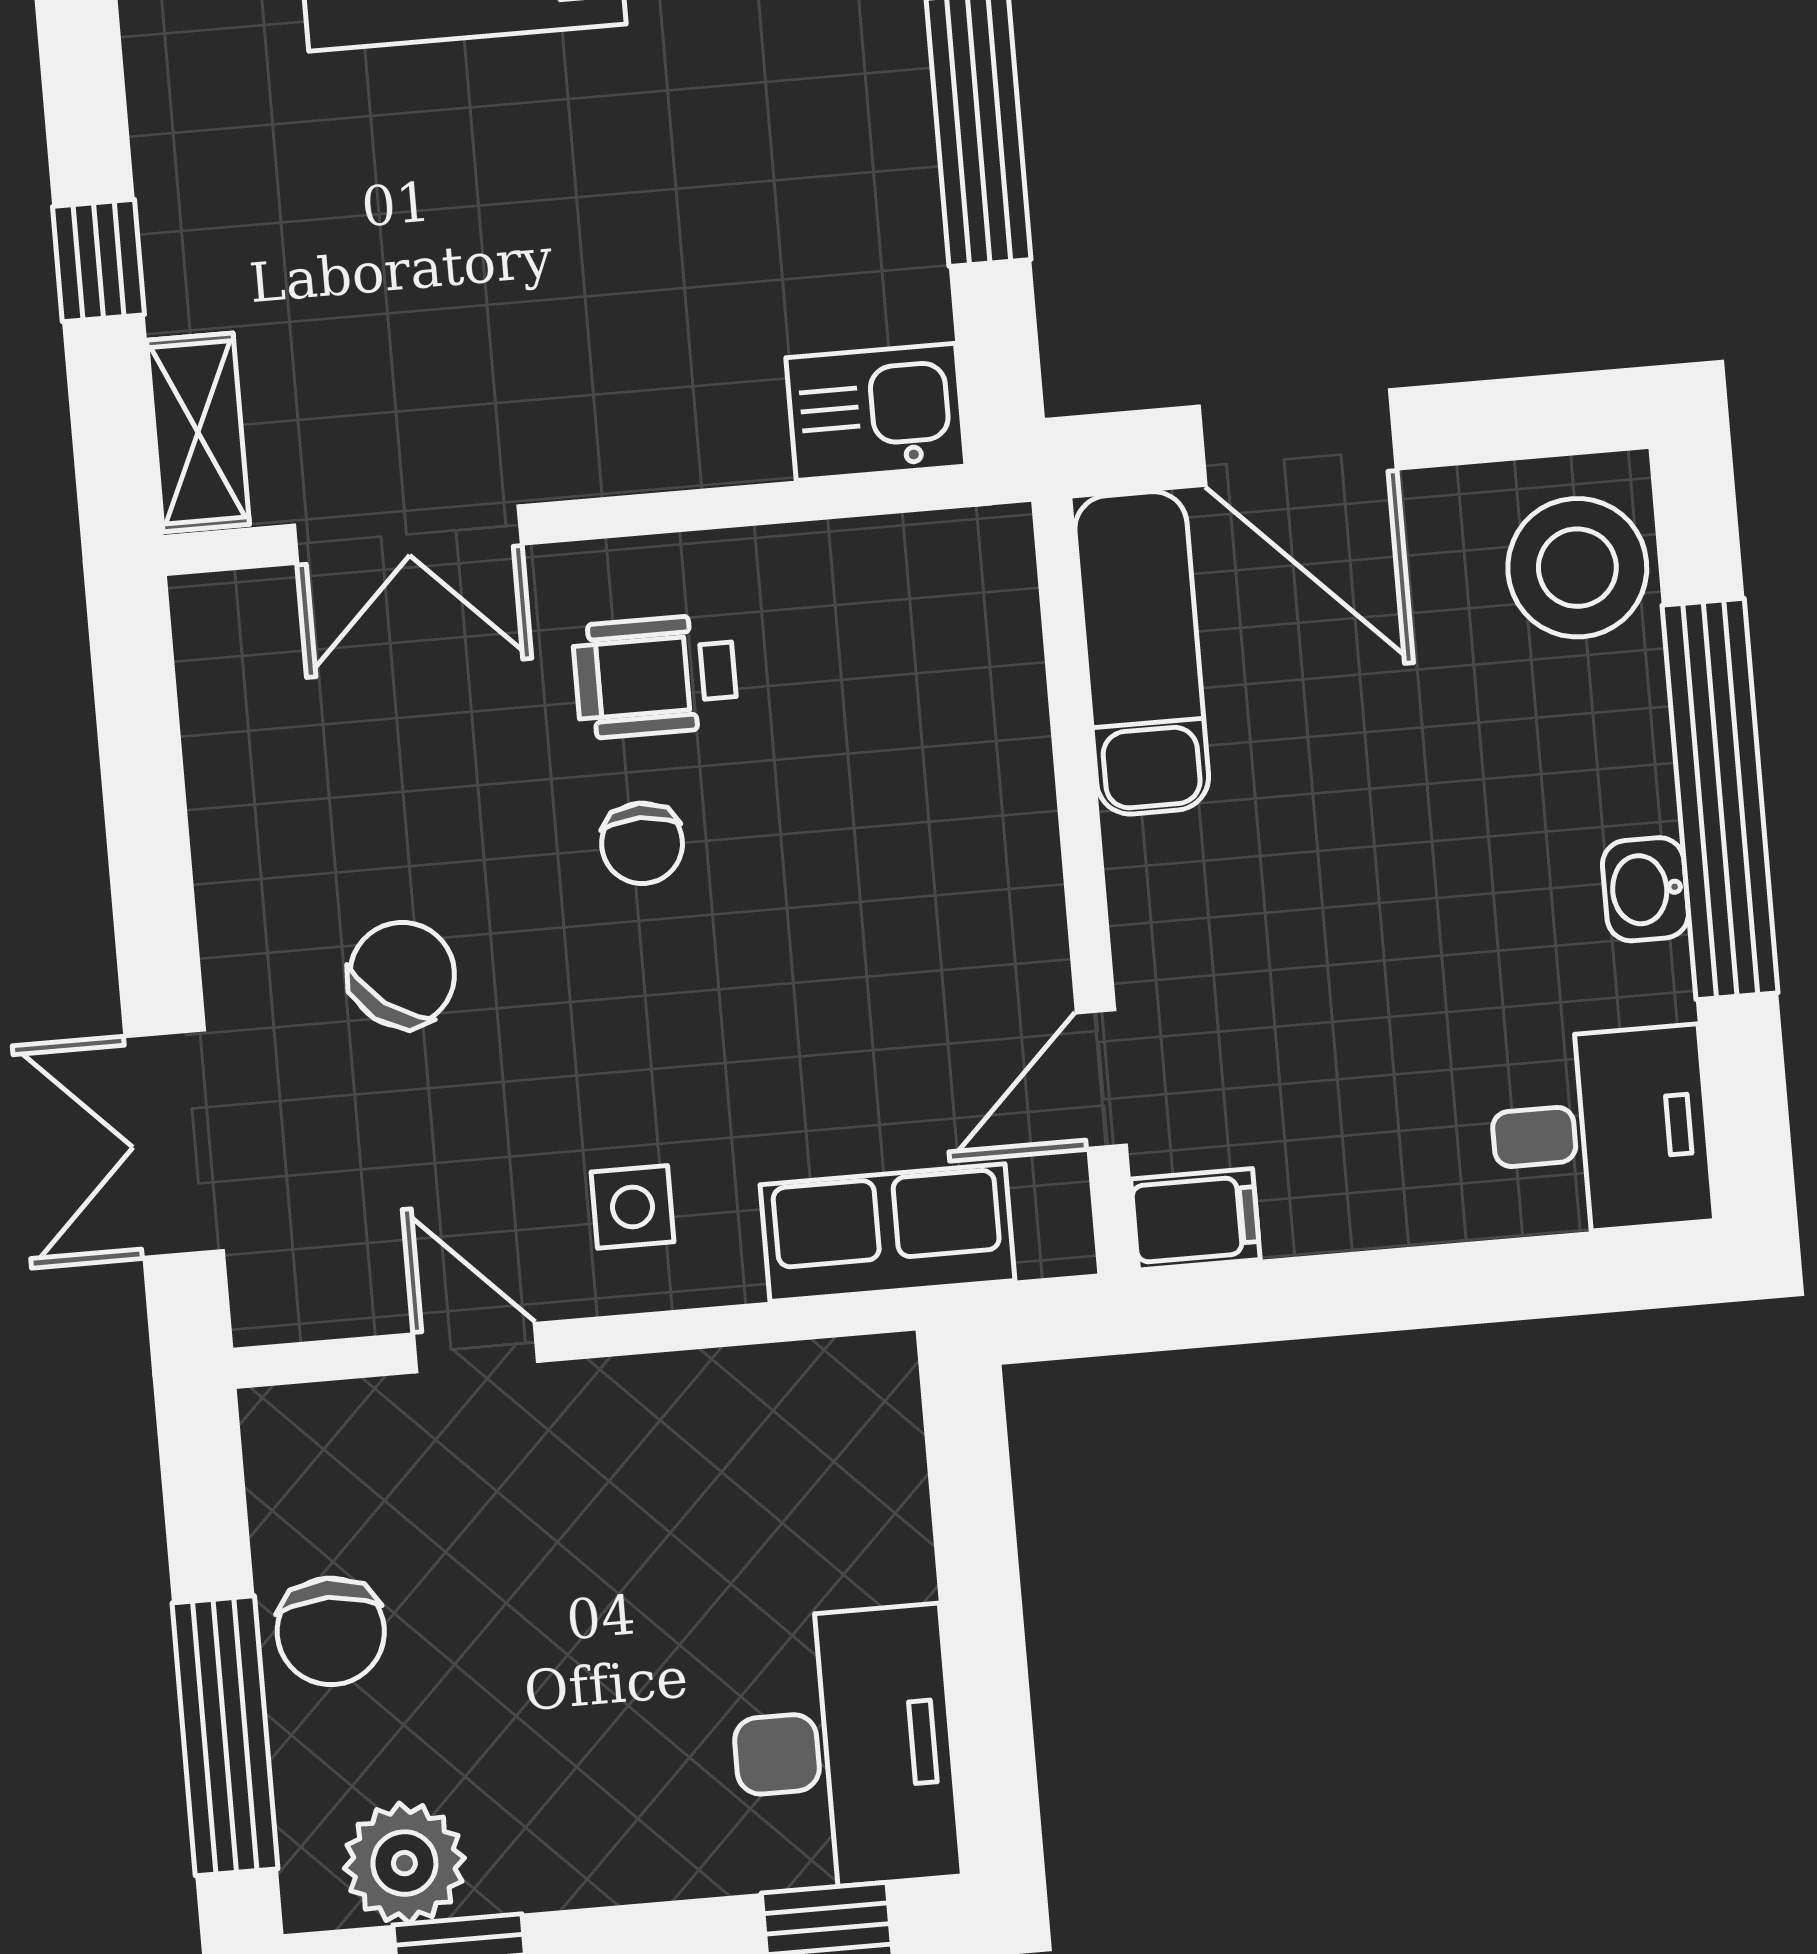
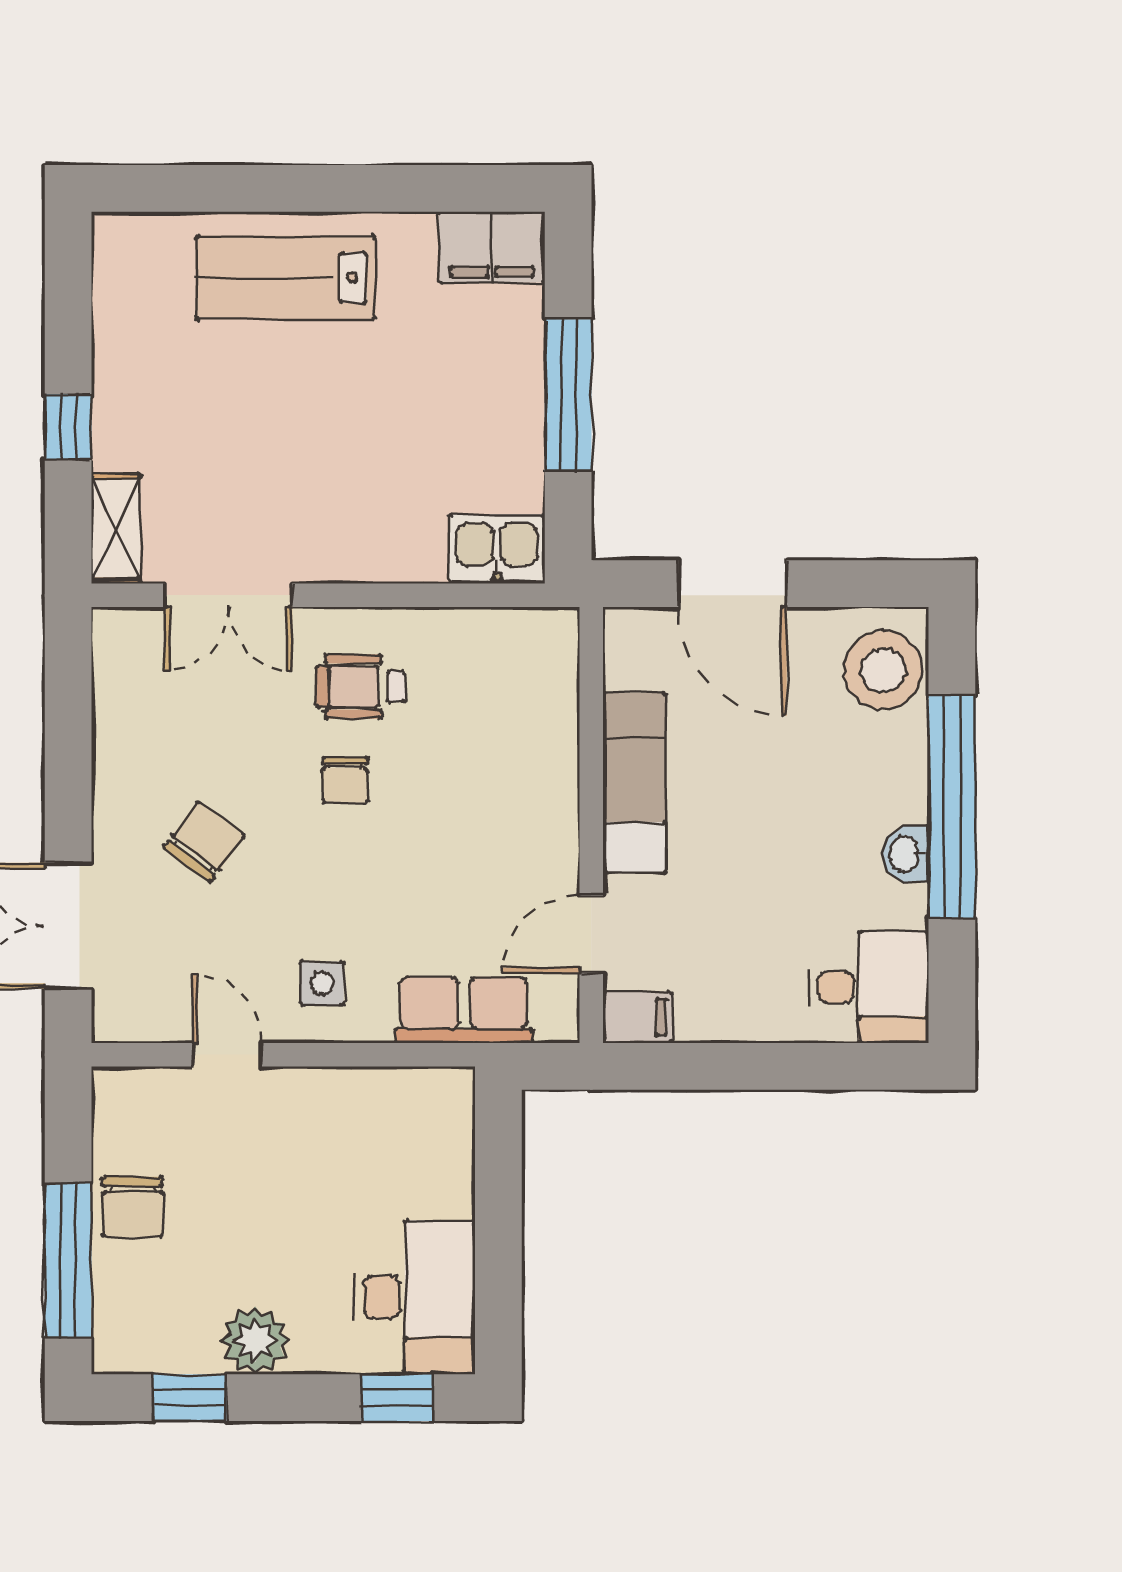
exam couch: (1142, 653) -> (635, 783), moved
plant: (404, 1863) -> (255, 1340), moved

